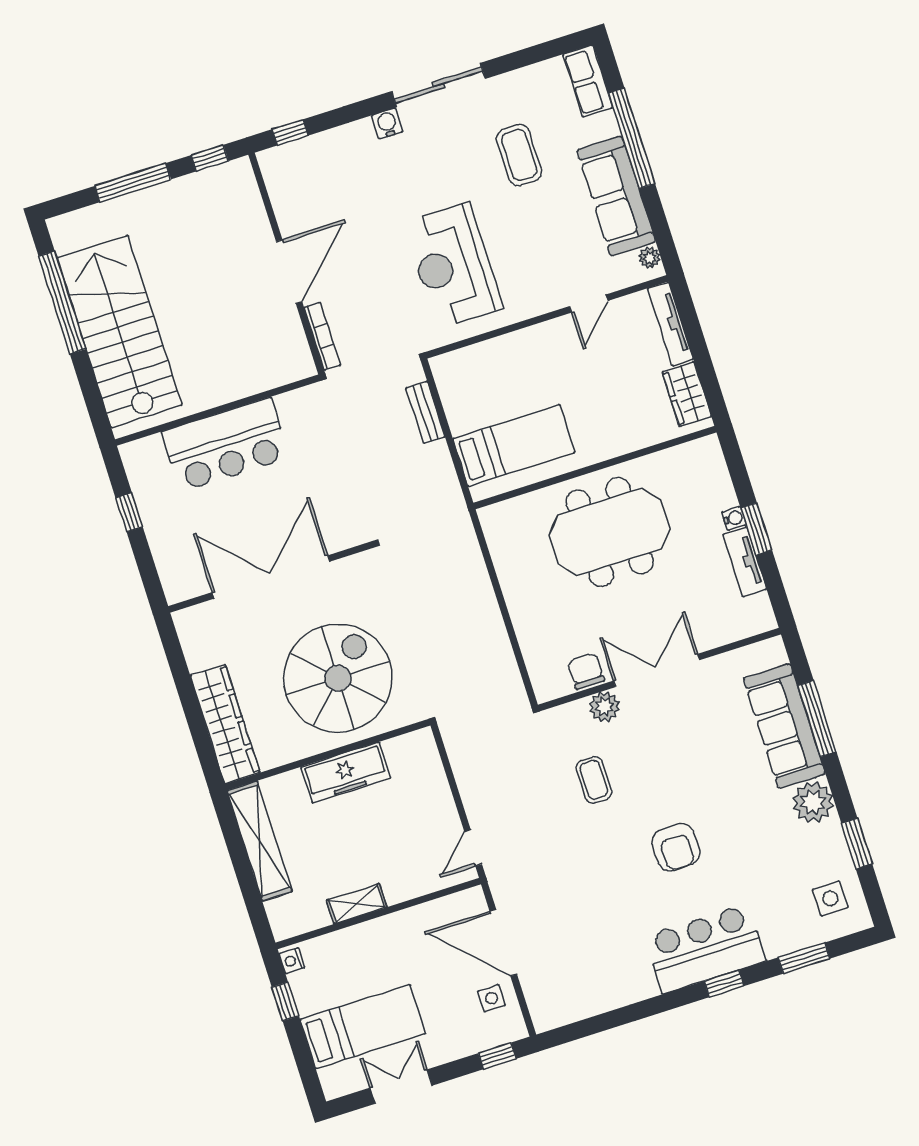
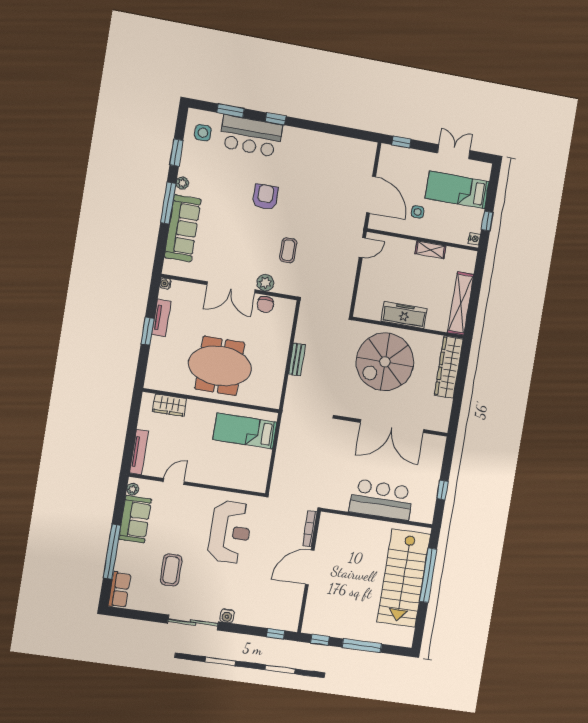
sofa: (616, 196) -> (135, 519), width x0.73
window: (62, 302) -> (428, 575), moved
wardrobe: (687, 394) -> (169, 405), moved, turned 90
bench: (425, 412) -> (297, 359), moved
water cooler: (734, 518) -> (165, 284), moved
window: (817, 719) -> (168, 203), moved
plant: (813, 802) -> (182, 183), width x0.53, depth x0.53
bar counter: (705, 949) -> (251, 136), moved
side table: (492, 998) -> (418, 212), moved
double door: (401, 1087) -> (454, 152), swing flipped

